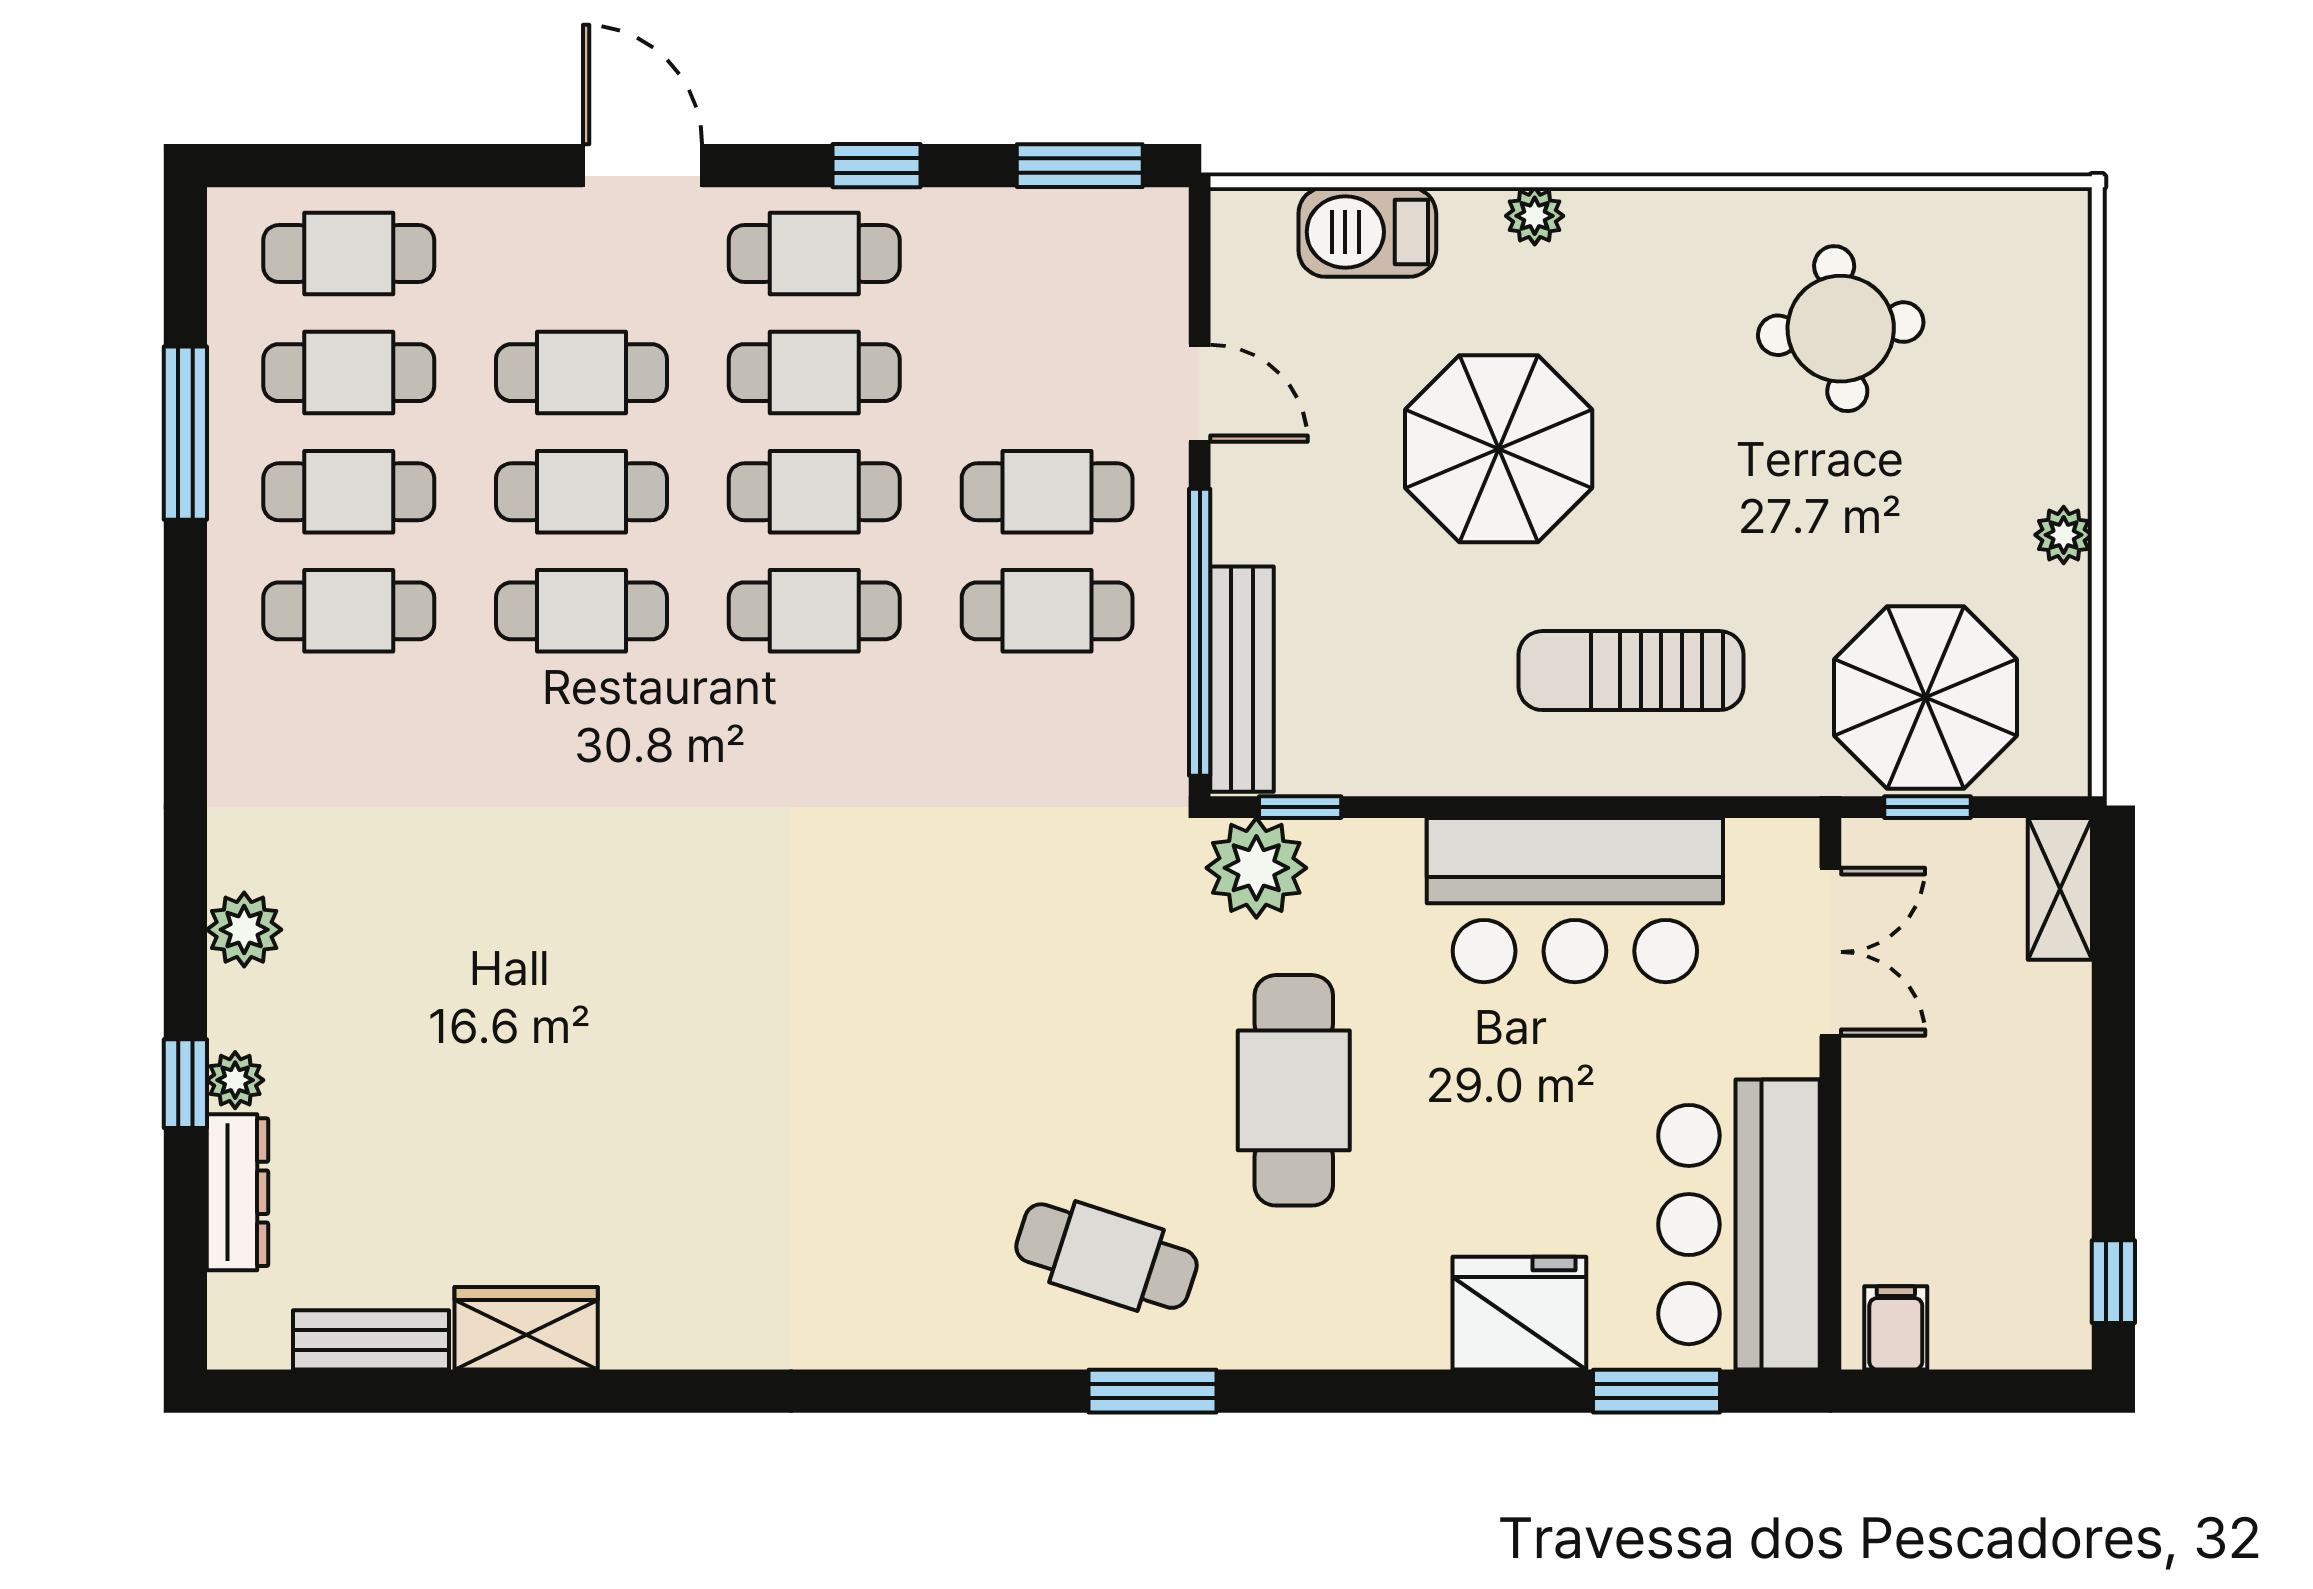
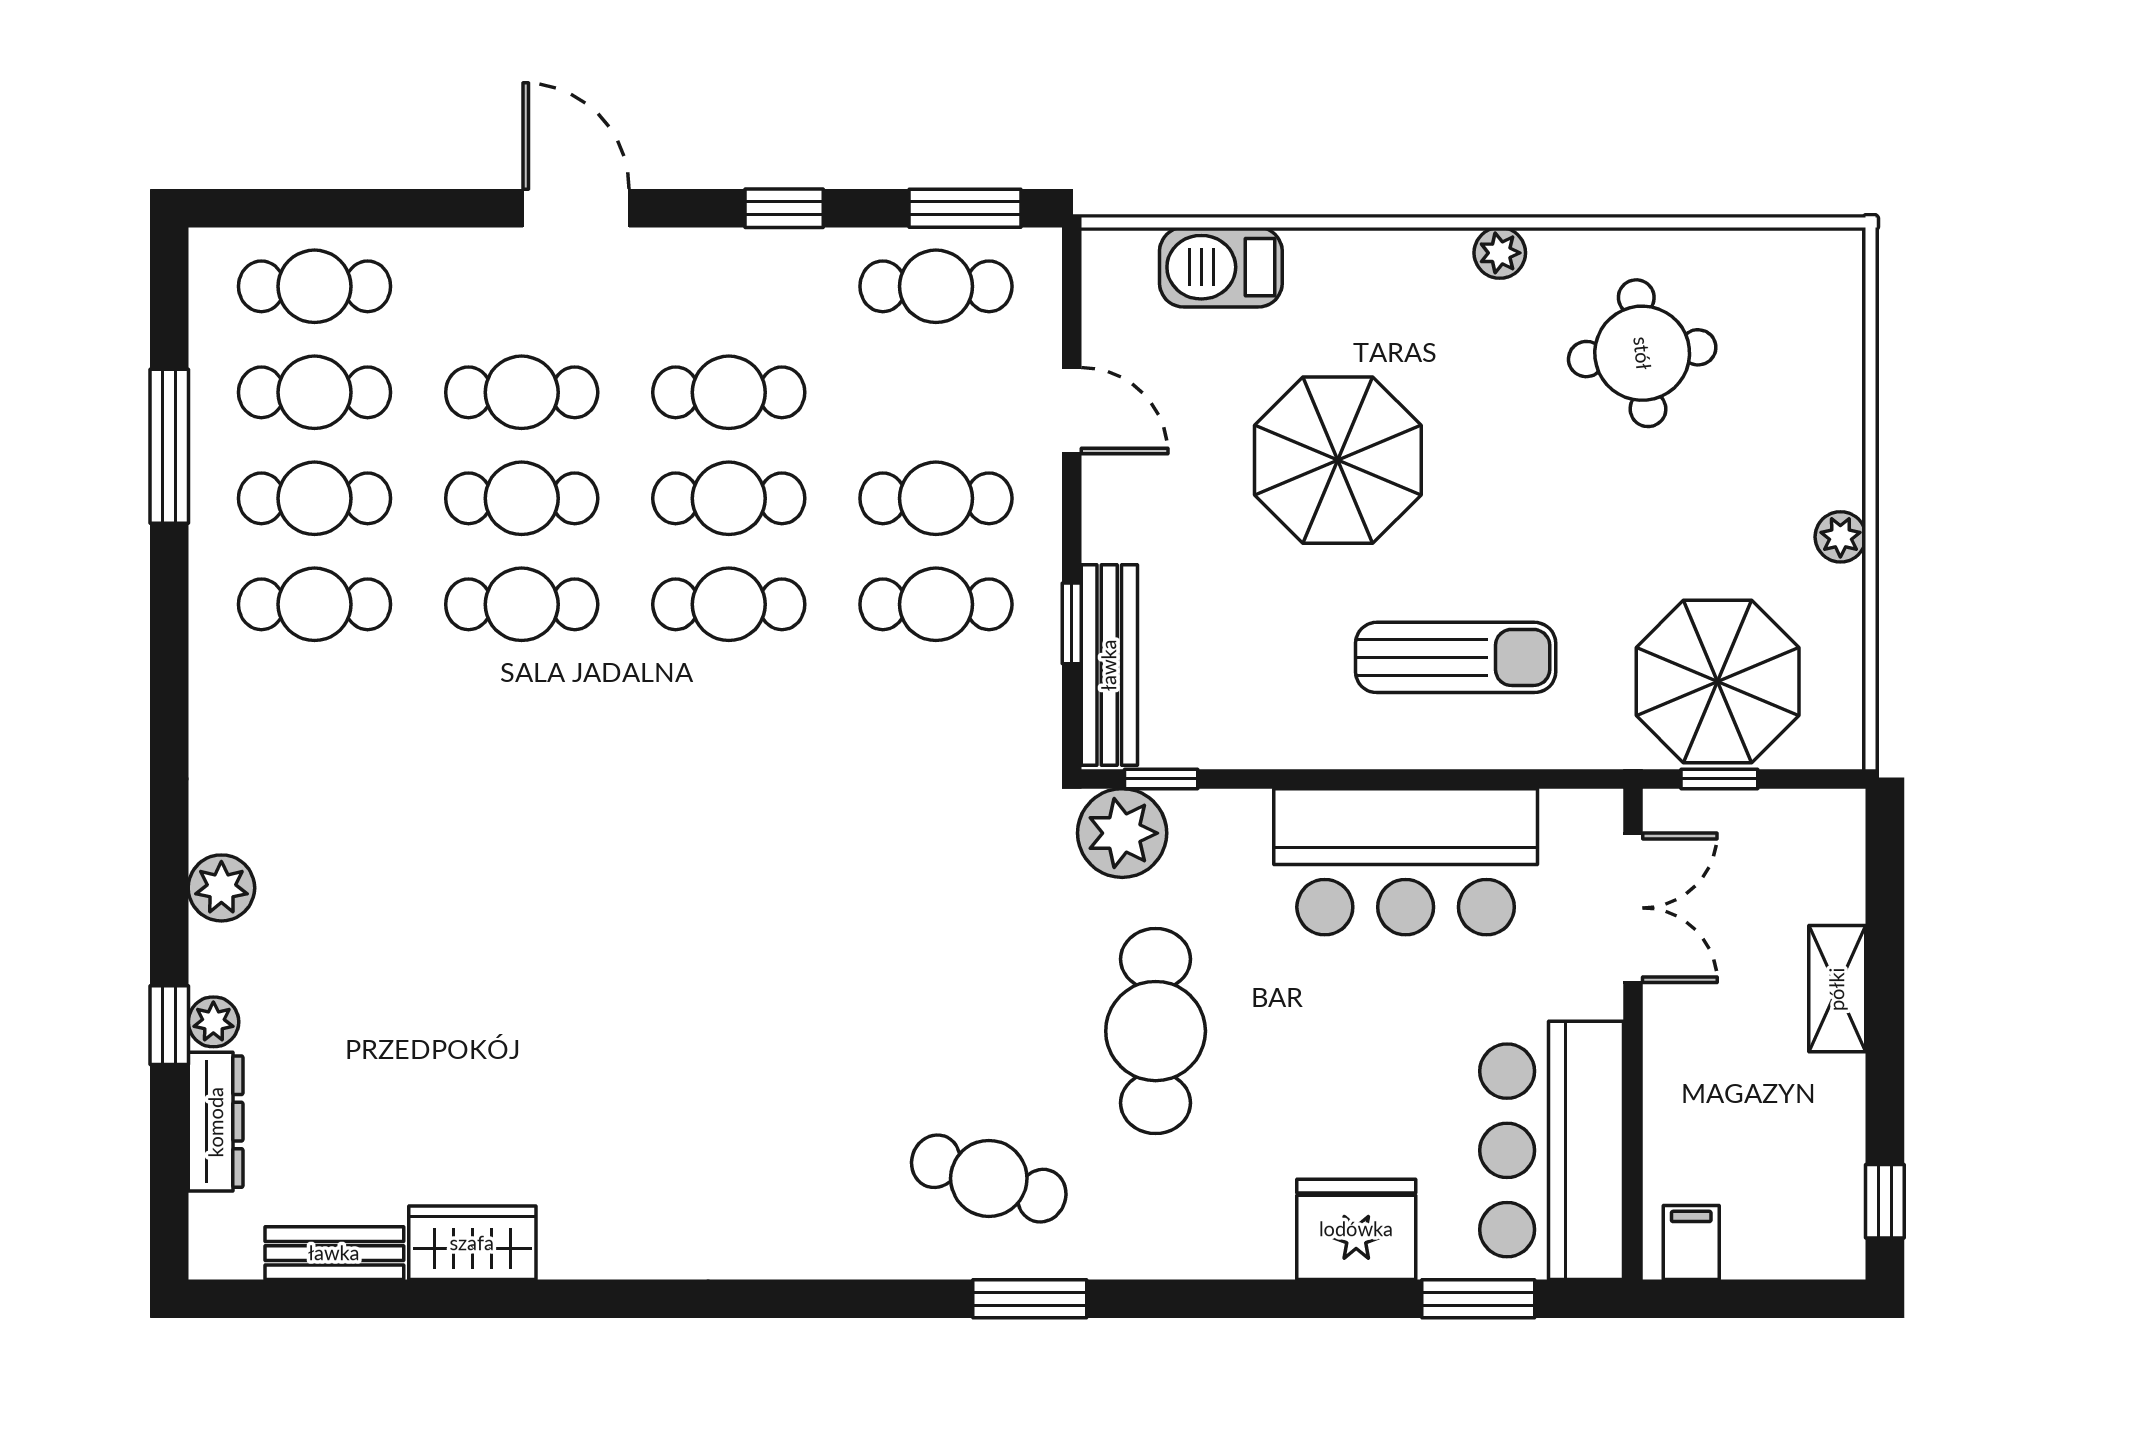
plant: (1535, 216) -> (1500, 253), moved
cafe table: (814, 253) -> (936, 286), moved
window: (1200, 632) -> (1072, 623), width x0.32
sun lounger: (1631, 671) -> (1456, 657), turned 180
shelving: (2060, 889) -> (1837, 989), moved

